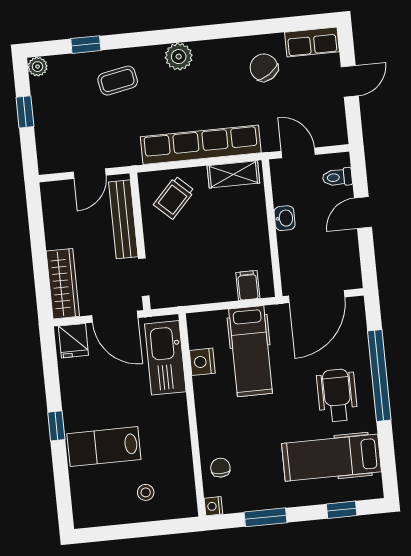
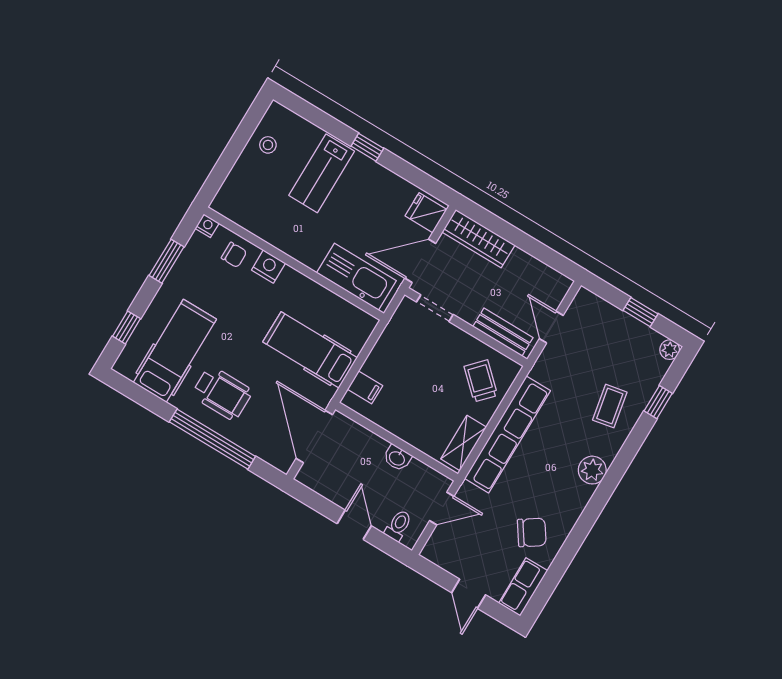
bench: (123, 219) -> (503, 332), width x0.73
nightstand: (202, 362) -> (268, 267), moved
lab bench: (104, 447) -> (322, 173), turned 180
stool: (146, 492) -> (268, 145), moved

